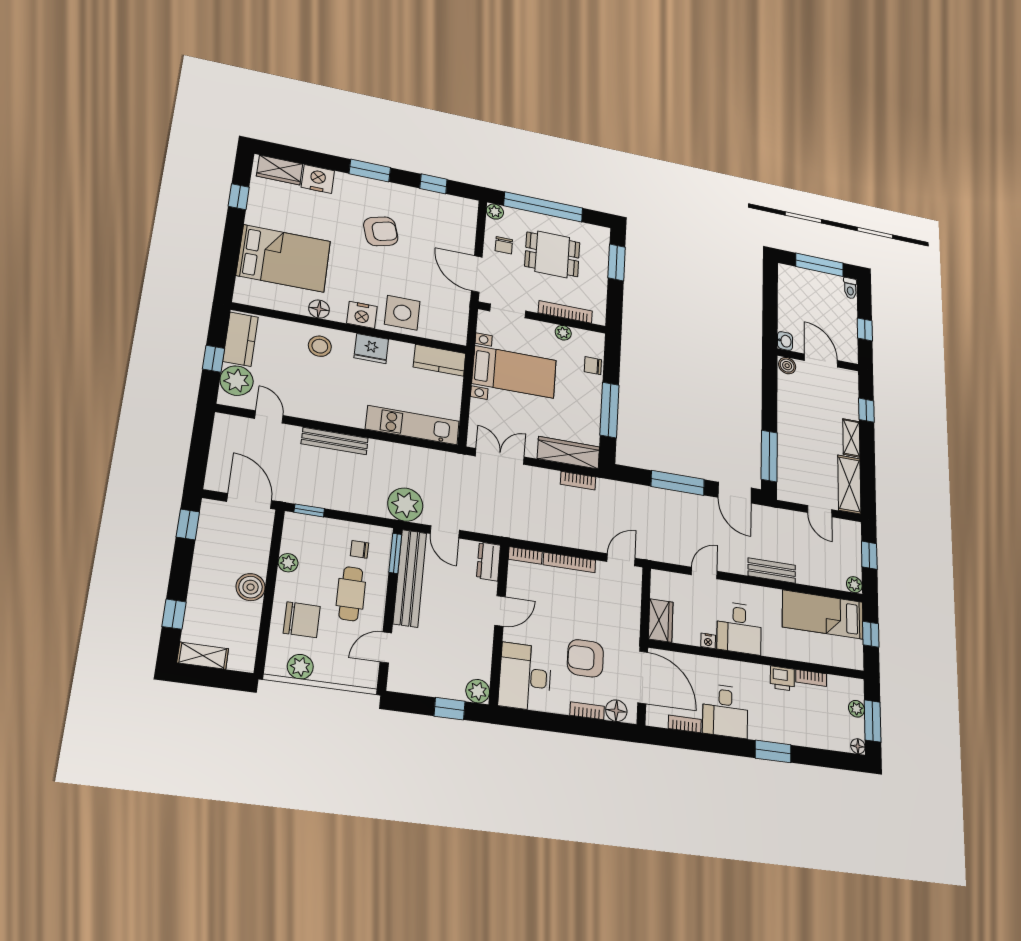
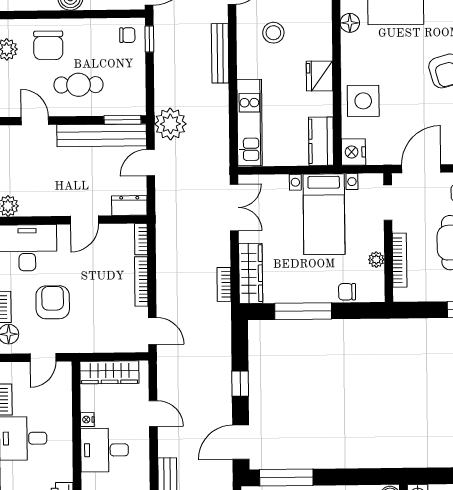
nightstand: (362, 315) -> (353, 152), moved
stool: (320, 346) -> (273, 33), moved
chair: (593, 366) -> (347, 292), turned -90
window: (678, 483) -> (240, 384), width x0.46
chair: (359, 549) -> (127, 35), moved, turned 90
plant: (288, 563) -> (98, 27), removed
door: (500, 611) -> (84, 220), hinge flipped
wardrobe: (661, 620) -> (109, 372), width x1.50
door: (643, 677) -> (43, 357), width x0.53

